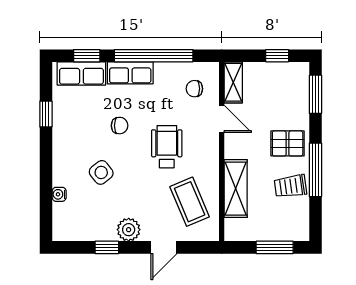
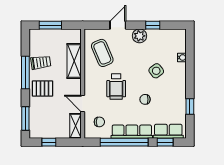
row of seats: (130, 73) -> (132, 132), width x1.48

